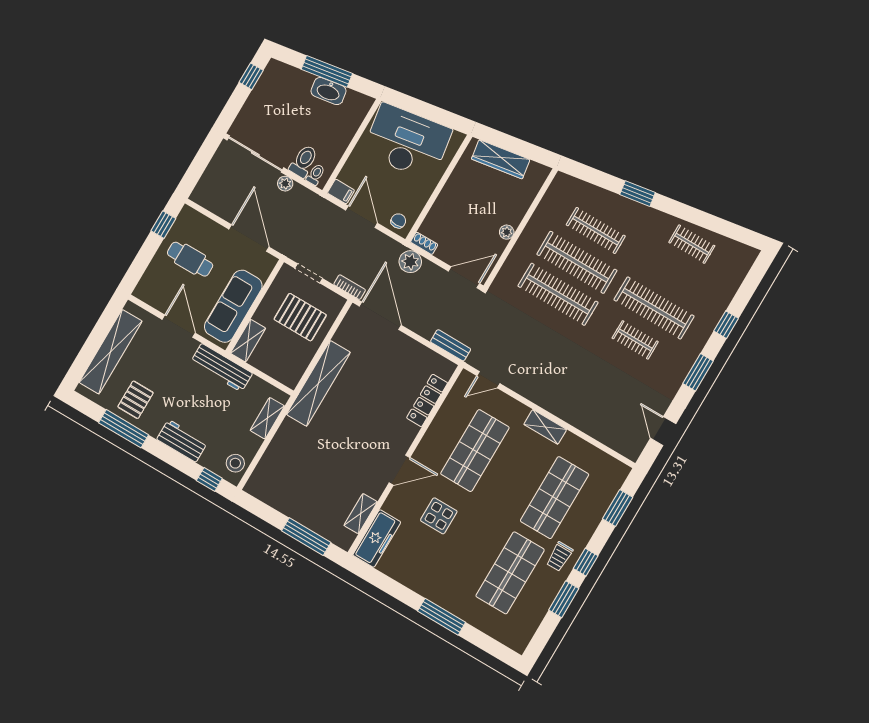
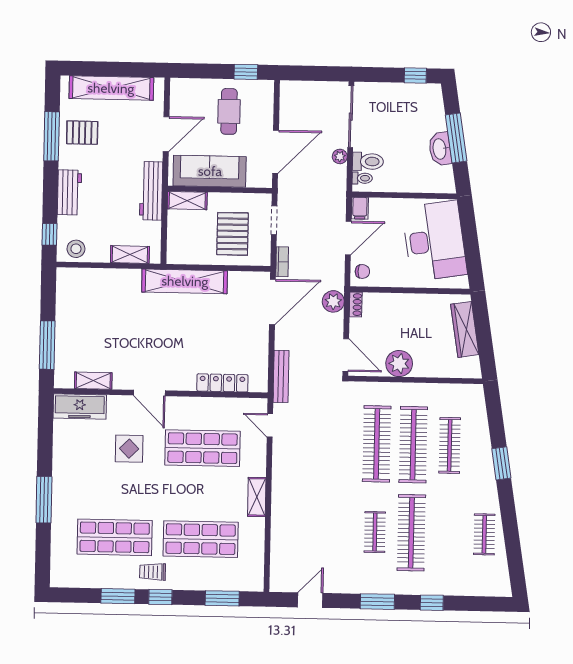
plant: (507, 232) -> (399, 364), width x1.88, depth x1.88
bench: (451, 345) -> (281, 376), width x1.36

